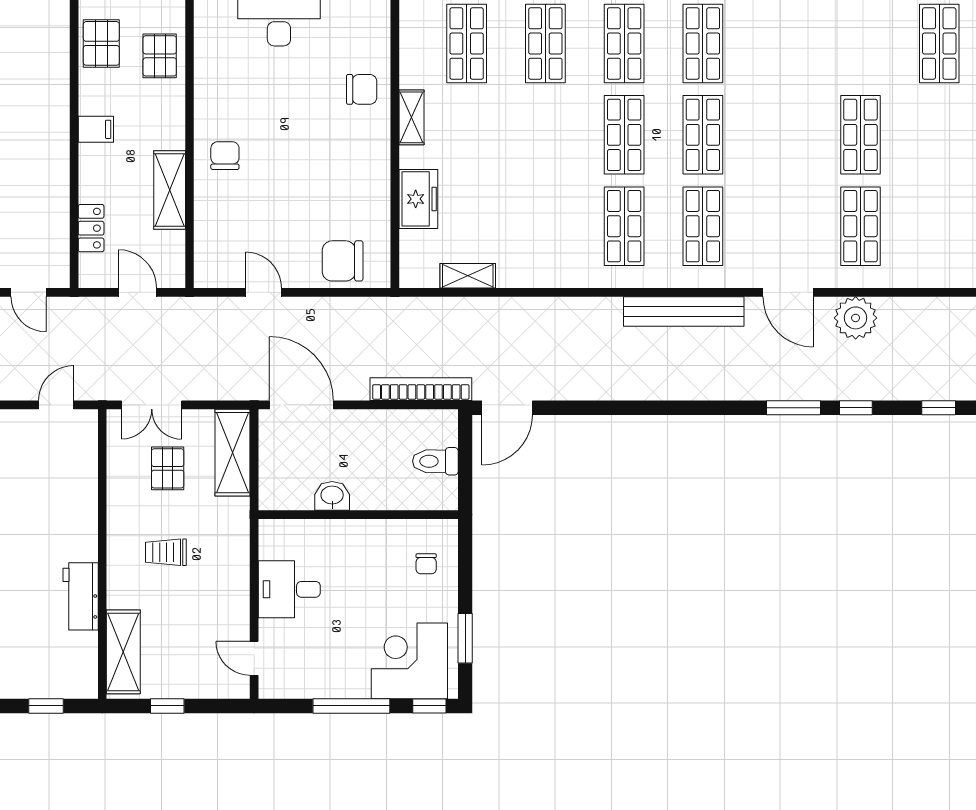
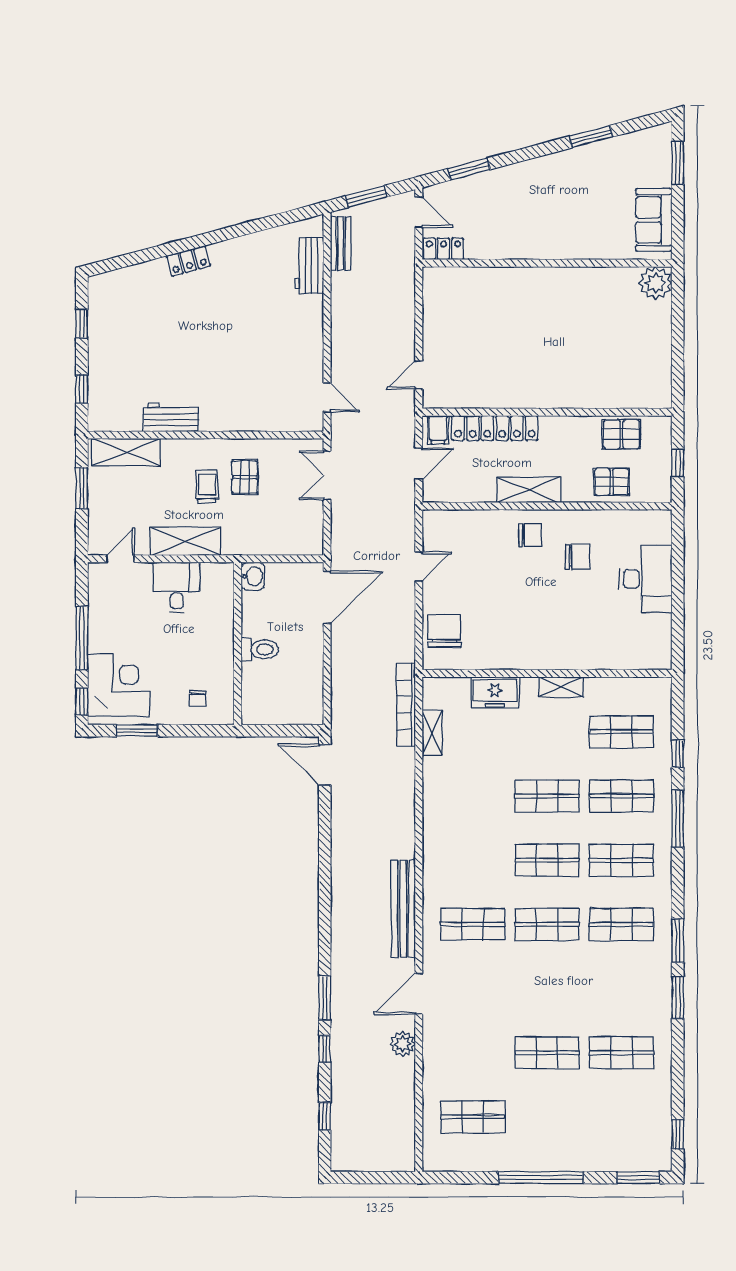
shop shelf: (939, 44) -> (621, 1053), moved
chair: (362, 89) -> (578, 557), moved, turned -90
filing cabinet: (96, 129) -> (438, 430), moved
shelving: (170, 190) -> (529, 490), moved
shop shelf: (624, 226) -> (547, 796), moved
shop shelf: (860, 226) -> (473, 1117), moved
locker: (91, 228) -> (495, 428), width x2.16, depth x1.21
plant: (856, 318) -> (403, 1044), width x0.73, depth x0.73
bookcase: (421, 389) -> (406, 705), moved, turned 180
shelving: (233, 453) -> (186, 541), moved
toilet: (435, 461) -> (260, 649), moved, turned 90
pallet: (168, 468) -> (245, 477), moved, turned 90
washbasin: (332, 496) -> (253, 576), moved
chair: (426, 564) -> (198, 699), turned -90
window: (167, 706) -> (82, 488), width x1.50

